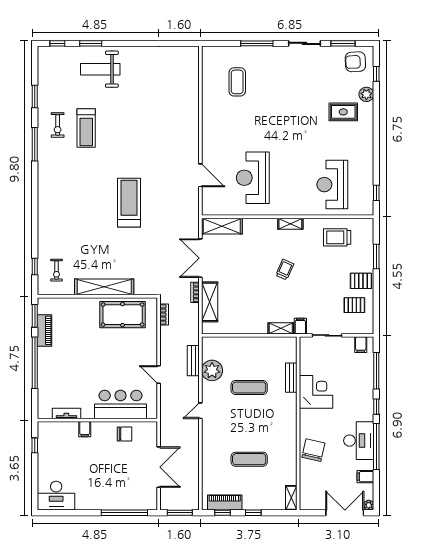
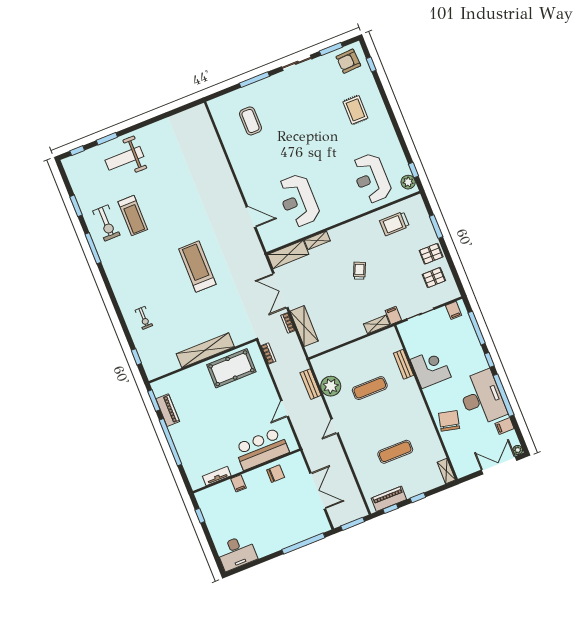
plant: (366, 94) -> (408, 182), moved
rug: (343, 112) -> (355, 110), turned 90
exercise bike: (58, 125) -> (106, 223), width x1.38, depth x1.39
shelving: (290, 224) -> (317, 240), moved
exercise bike: (57, 270) -> (144, 318), moved
door: (159, 374) -> (285, 409), hinge flipped
desk: (359, 441) -> (482, 398), width x1.36, depth x1.30

